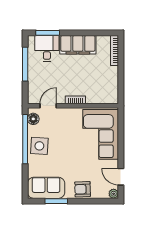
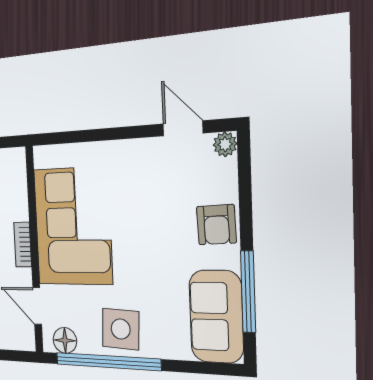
corner sofa: (101, 134) -> (73, 226), moved, turned -90
door: (121, 177) -> (183, 128), swing flipped
window: (56, 201) -> (248, 292), width x1.44

